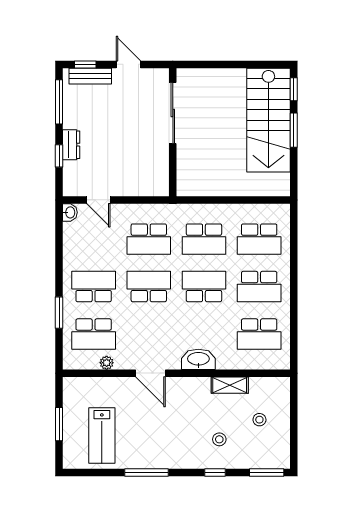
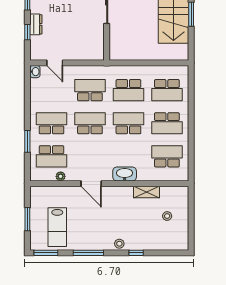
school desk: (149, 239) -> (90, 90), turned 180
school desk: (259, 334) -> (167, 156), turned 180
stool: (219, 439) -> (119, 244), moved
window: (267, 473) -> (46, 253), moved

